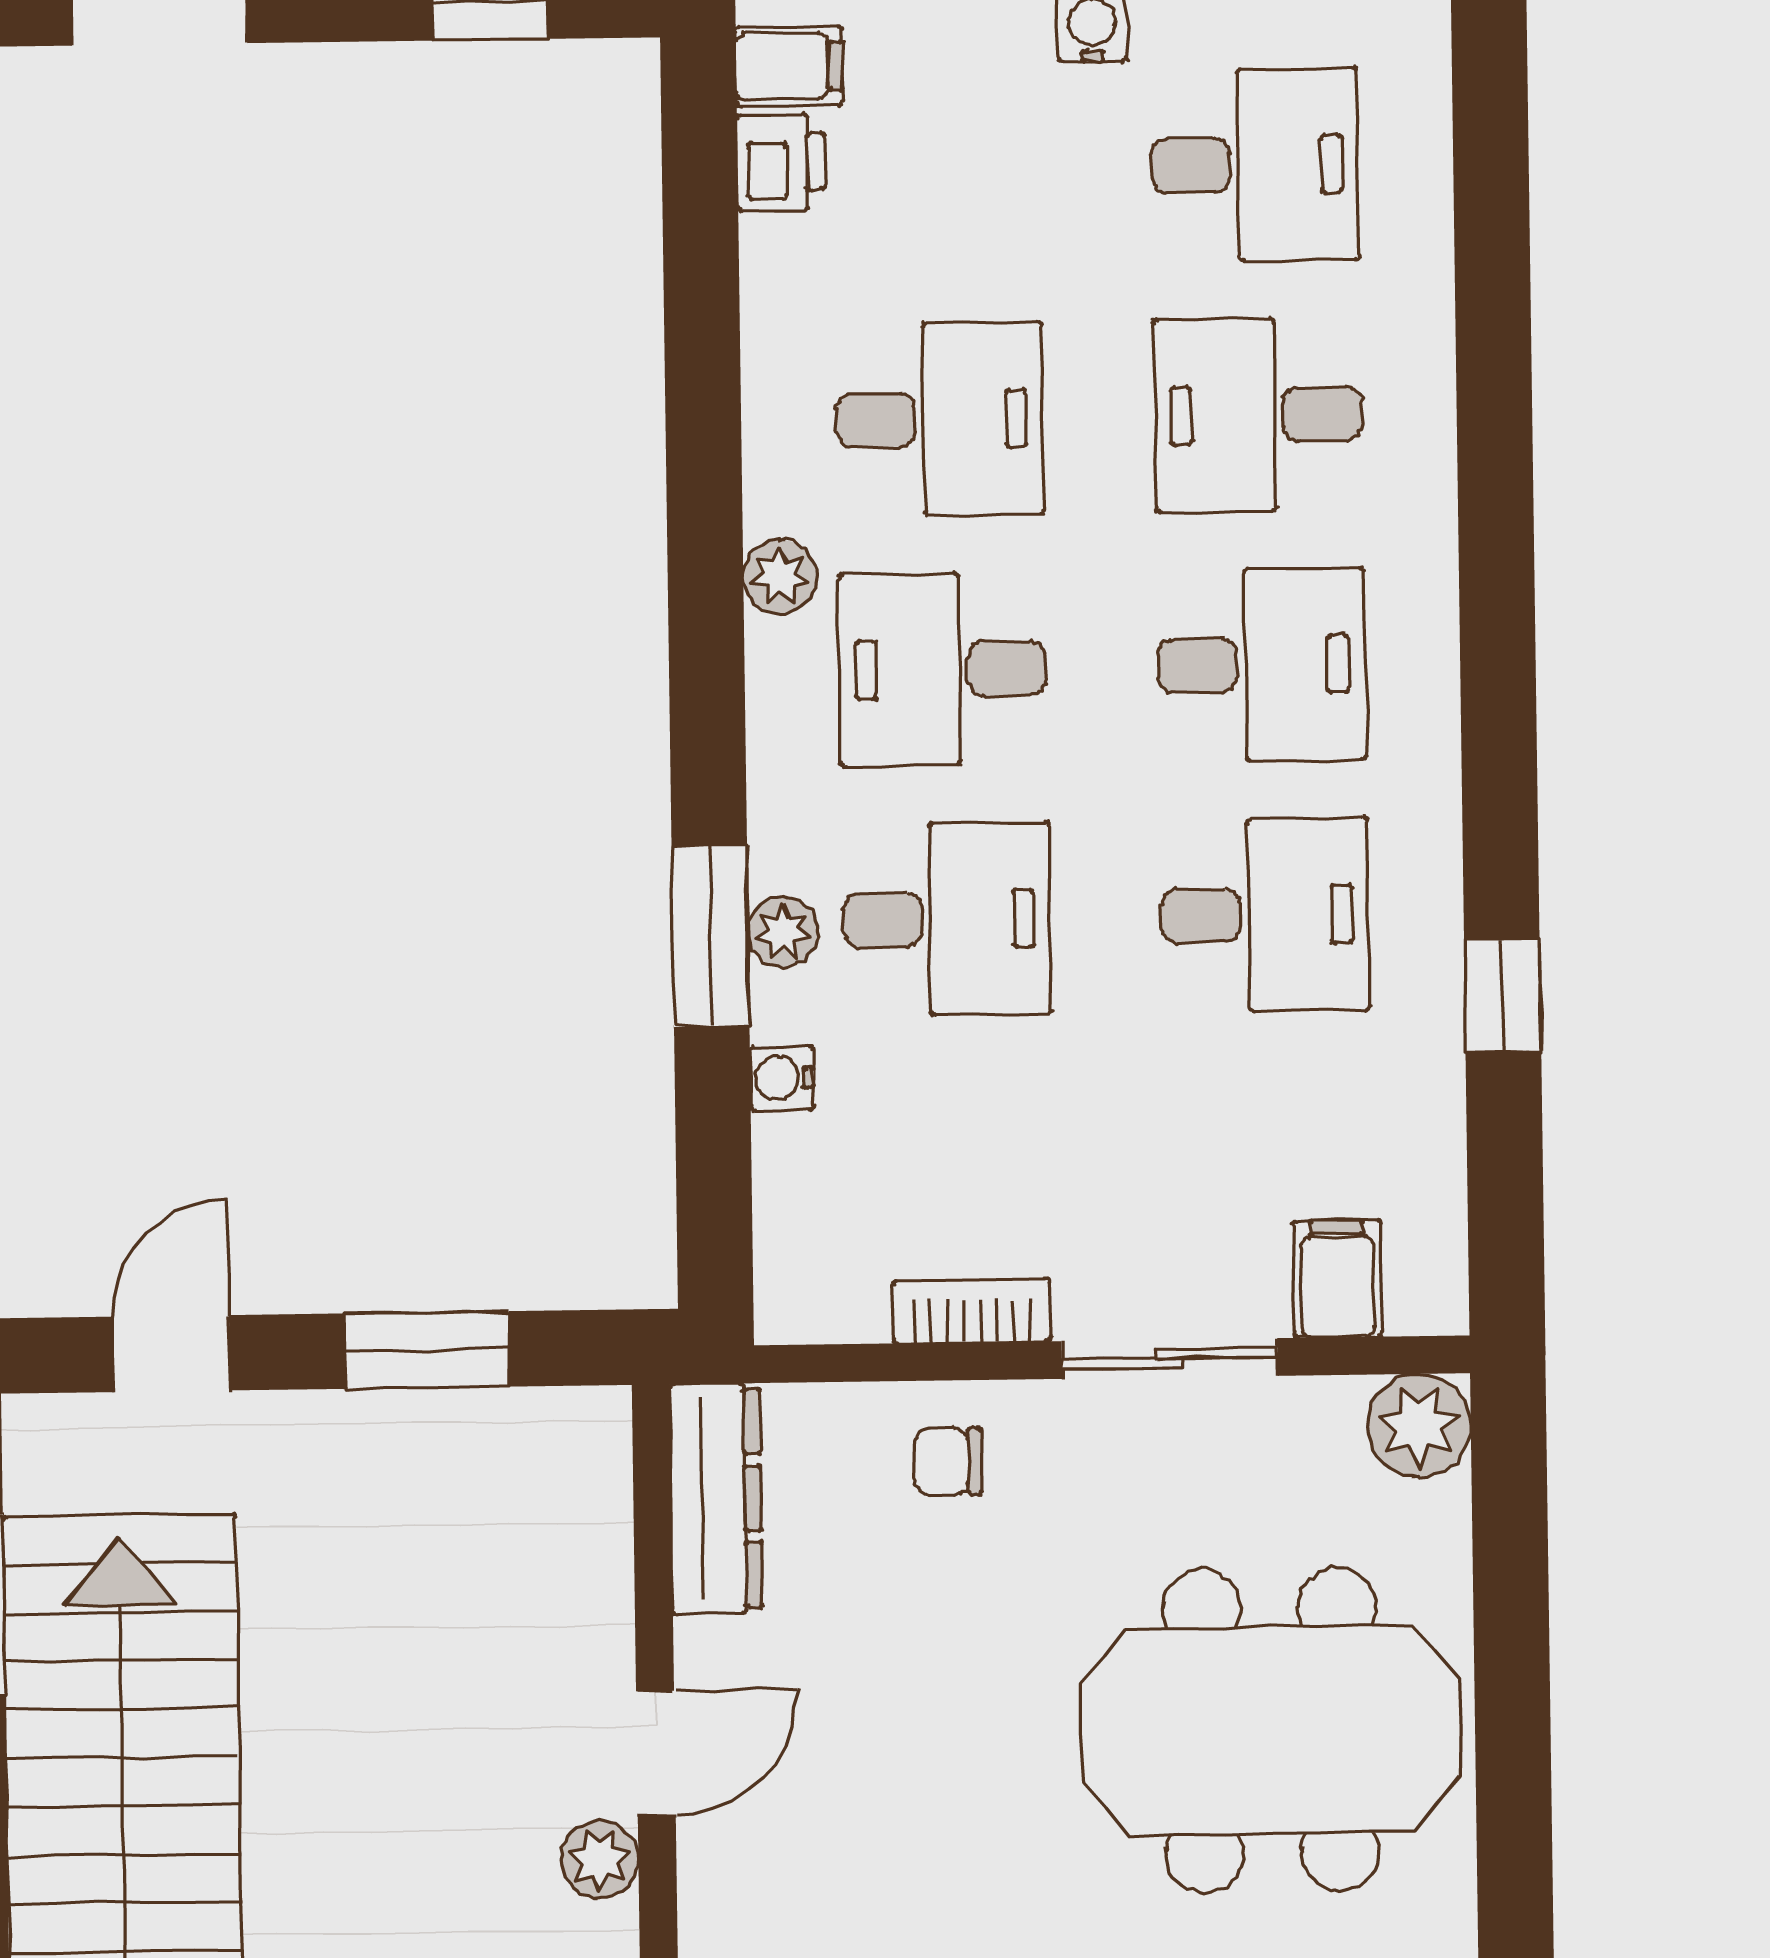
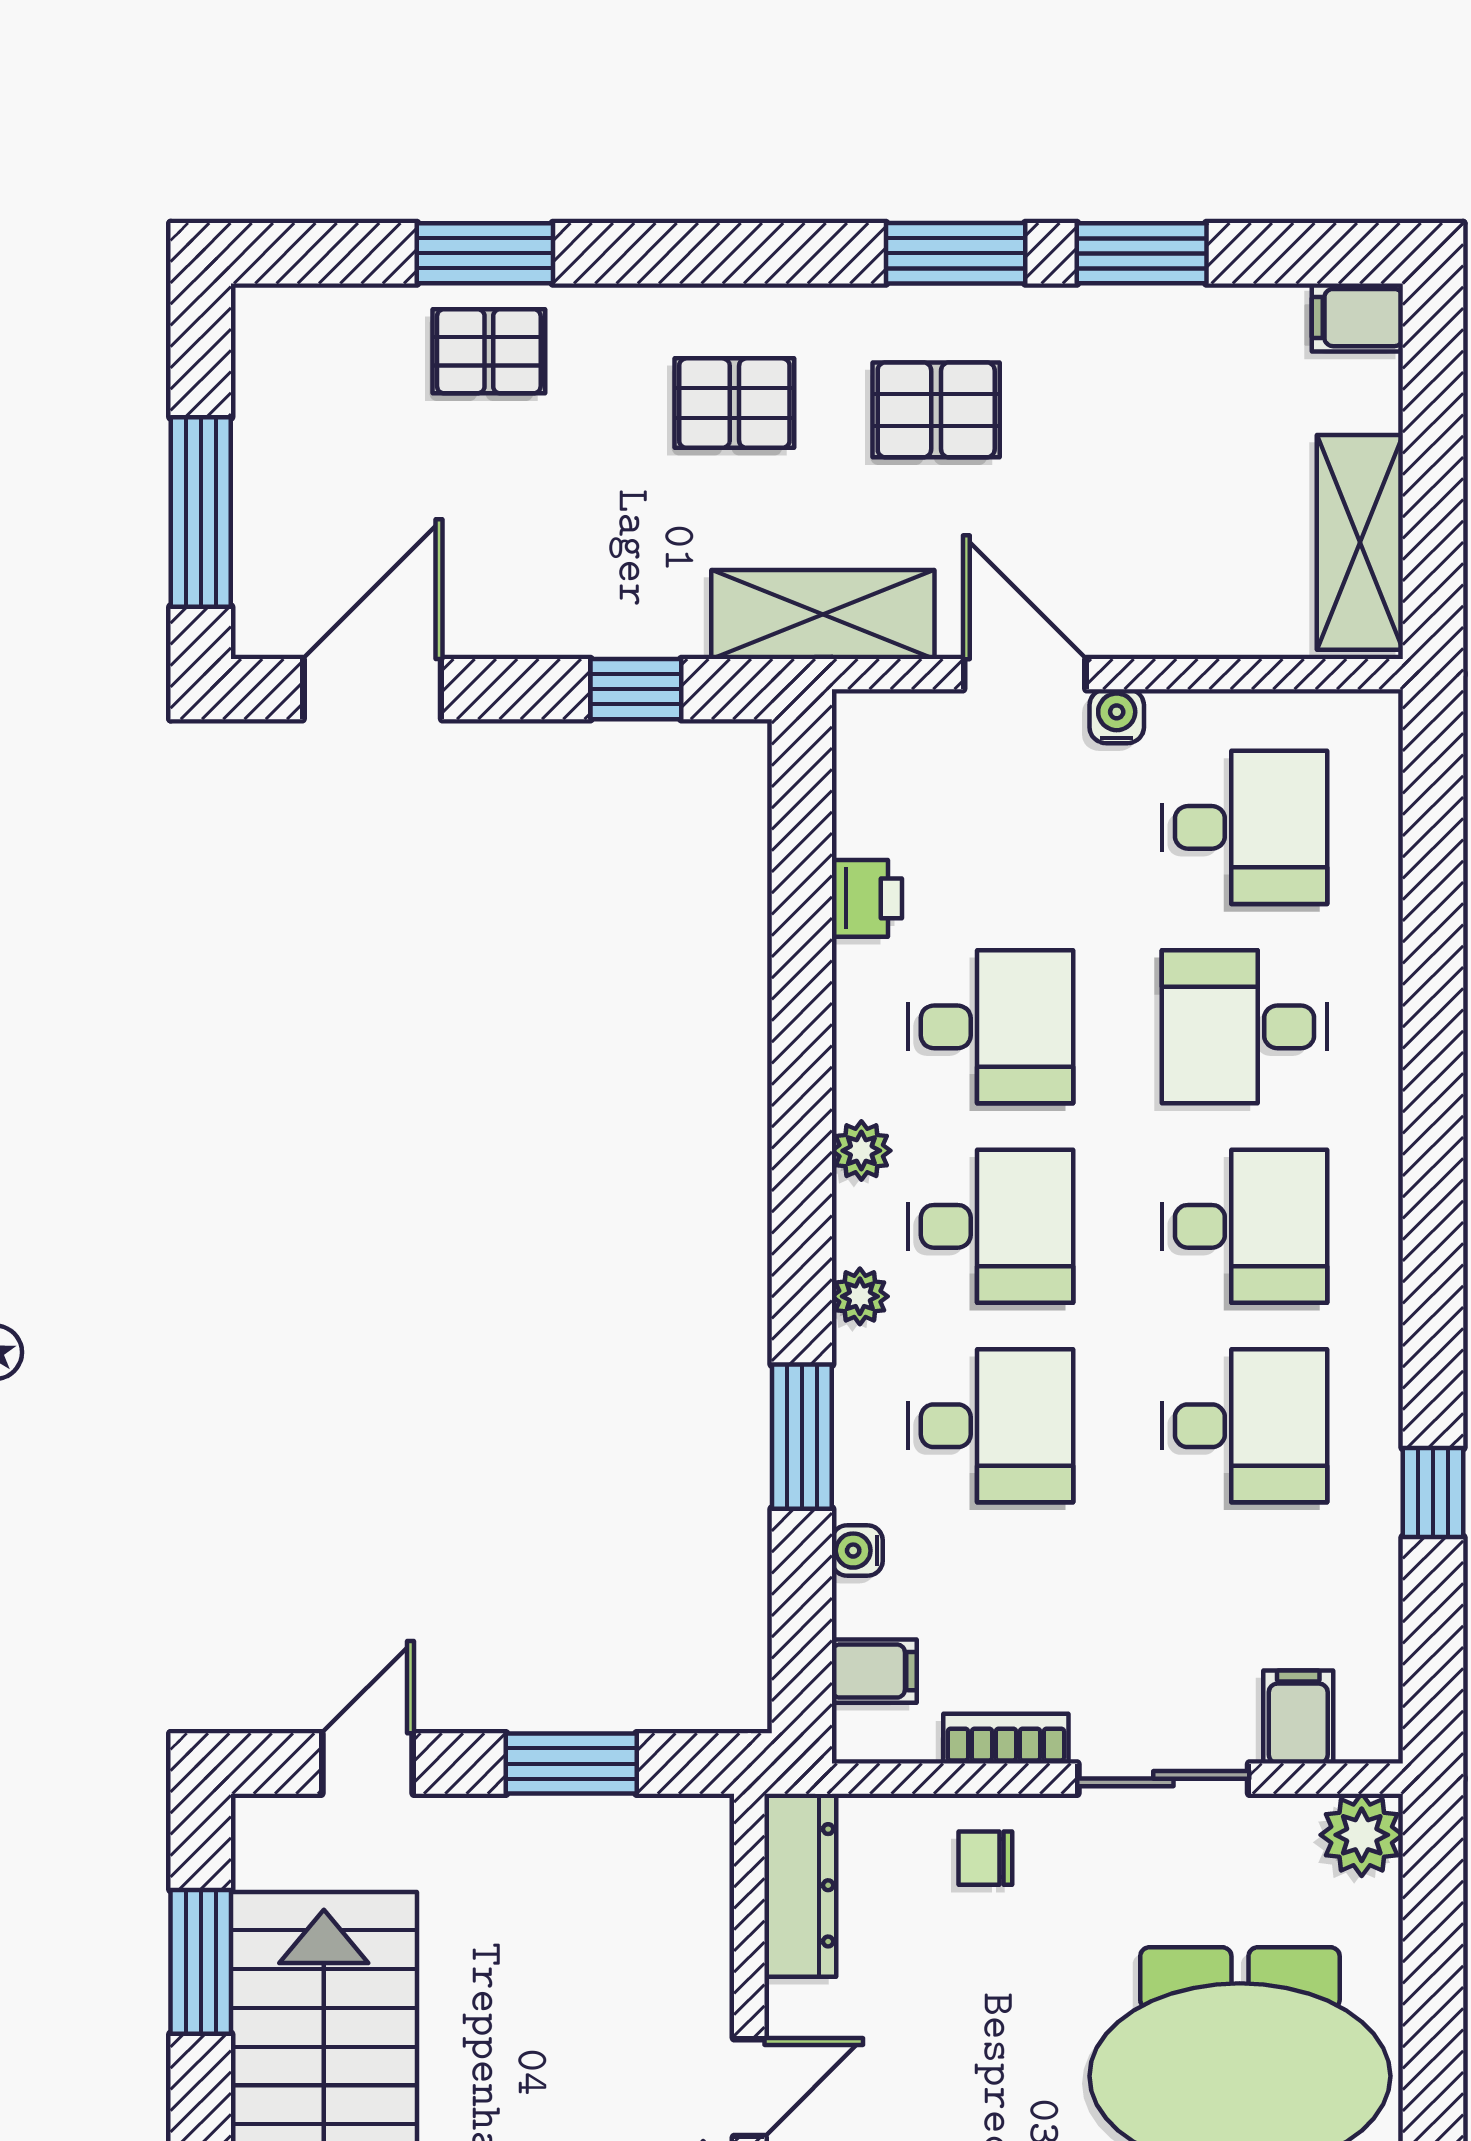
filing cabinet: (789, 66) -> (874, 1671), moved
printer: (781, 162) -> (867, 898), moved
desk: (943, 669) -> (990, 1226), turned 180
plant: (783, 932) -> (860, 1296), moved

